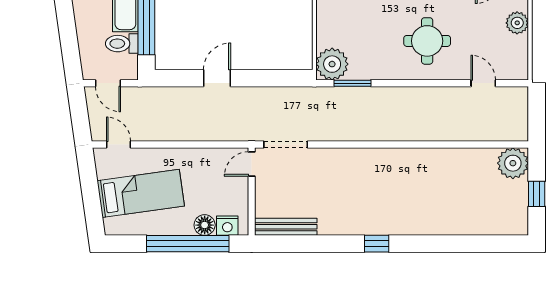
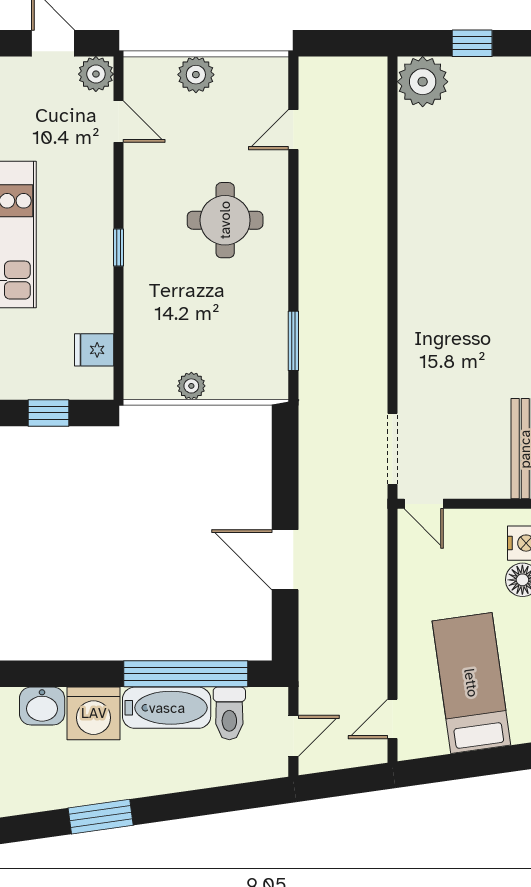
plant: (332, 64) -> (191, 386), moved, width x0.53, depth x0.53
door: (217, 78) -> (285, 560), width x1.38

